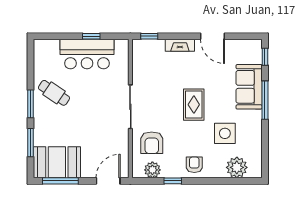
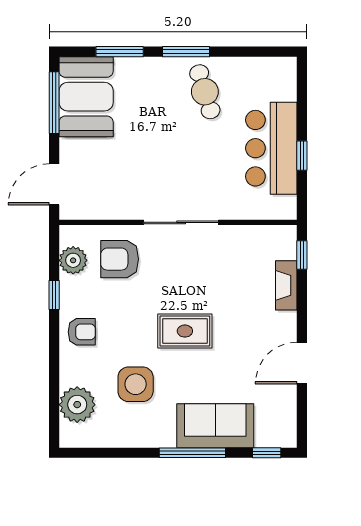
fireplace: (180, 45) -> (286, 285), moved
cafe table: (54, 93) -> (205, 92), turned -51
door: (108, 181) -> (54, 184), swing flipped

